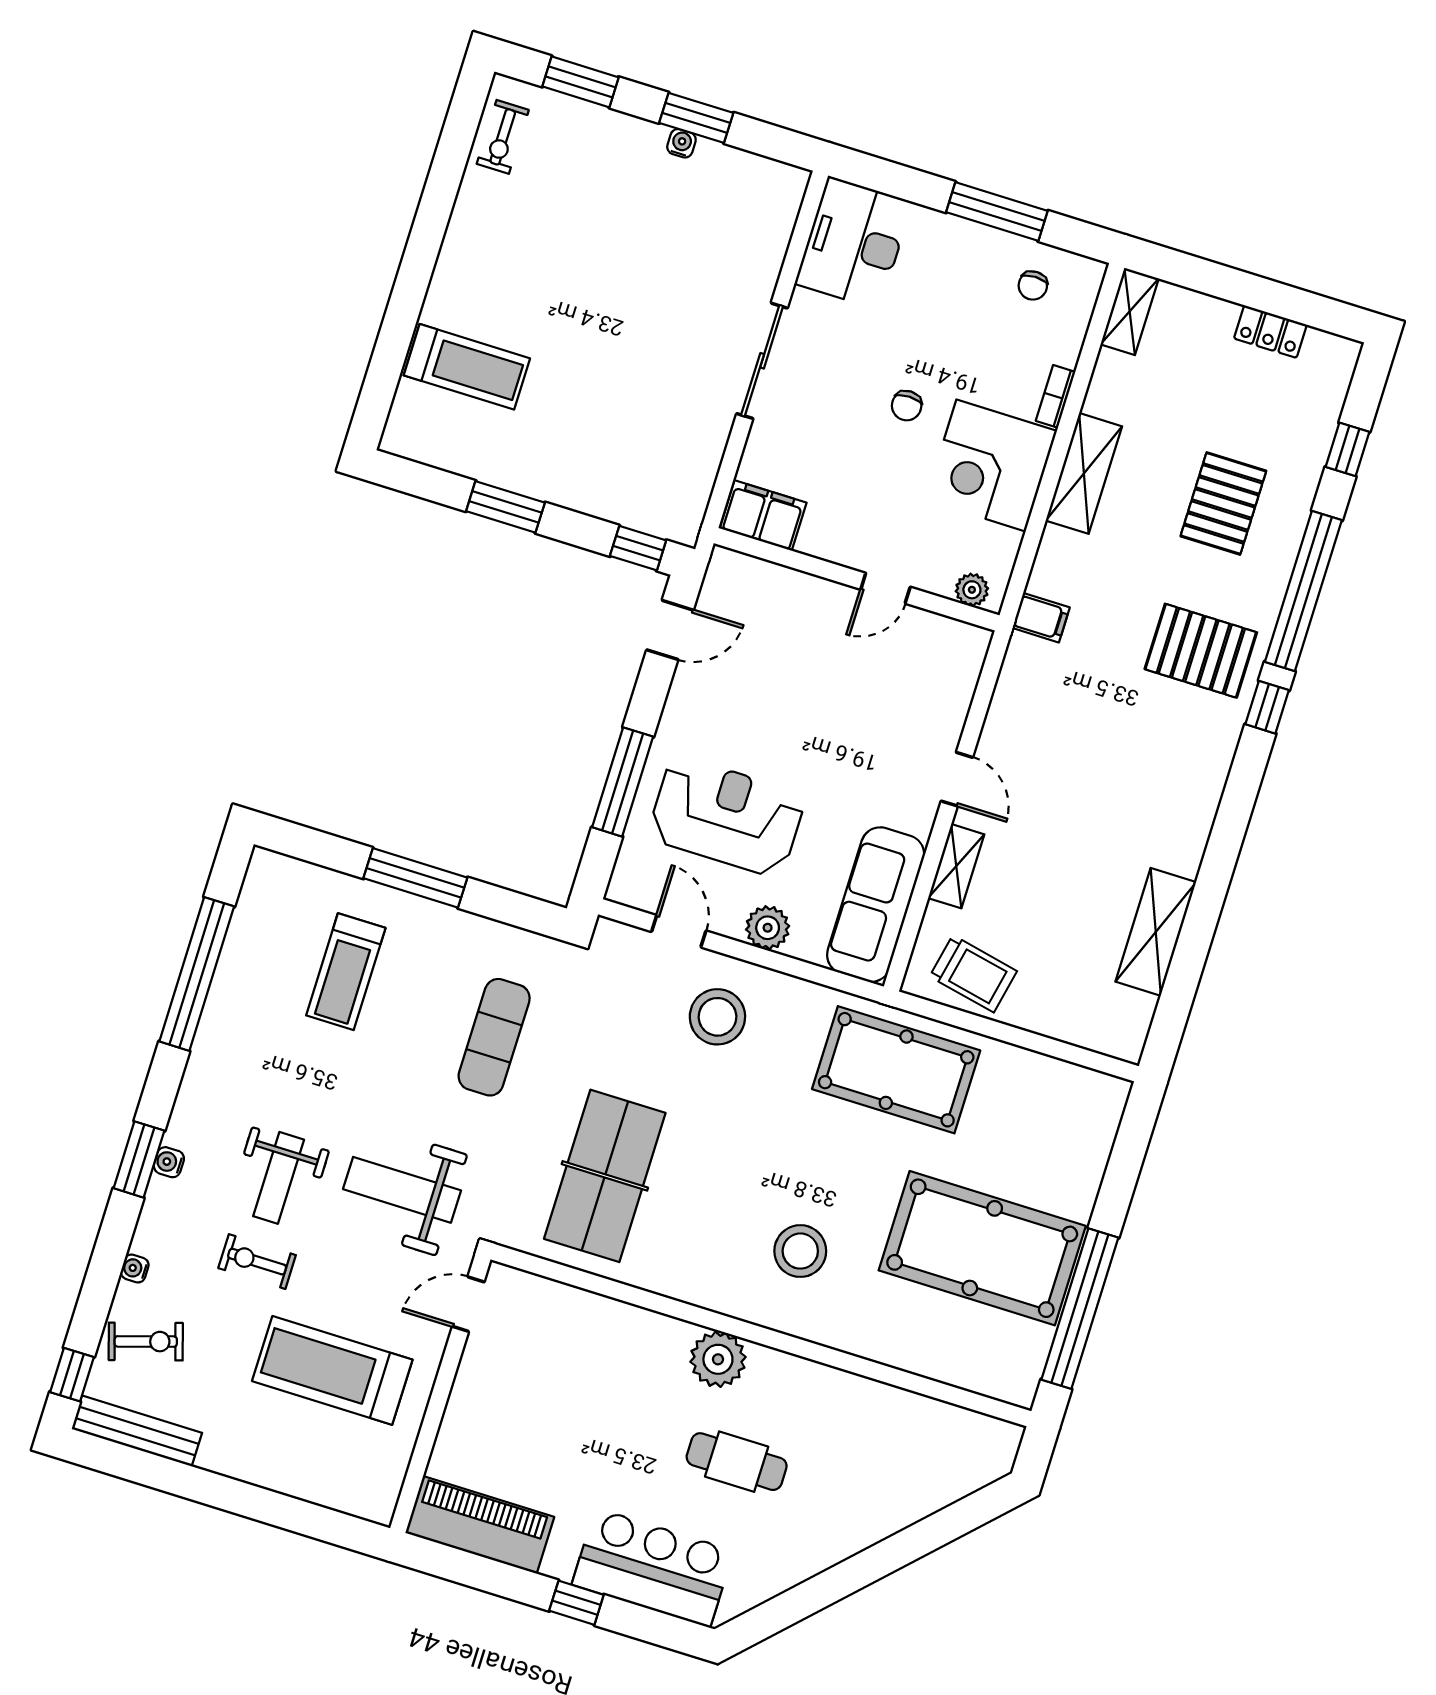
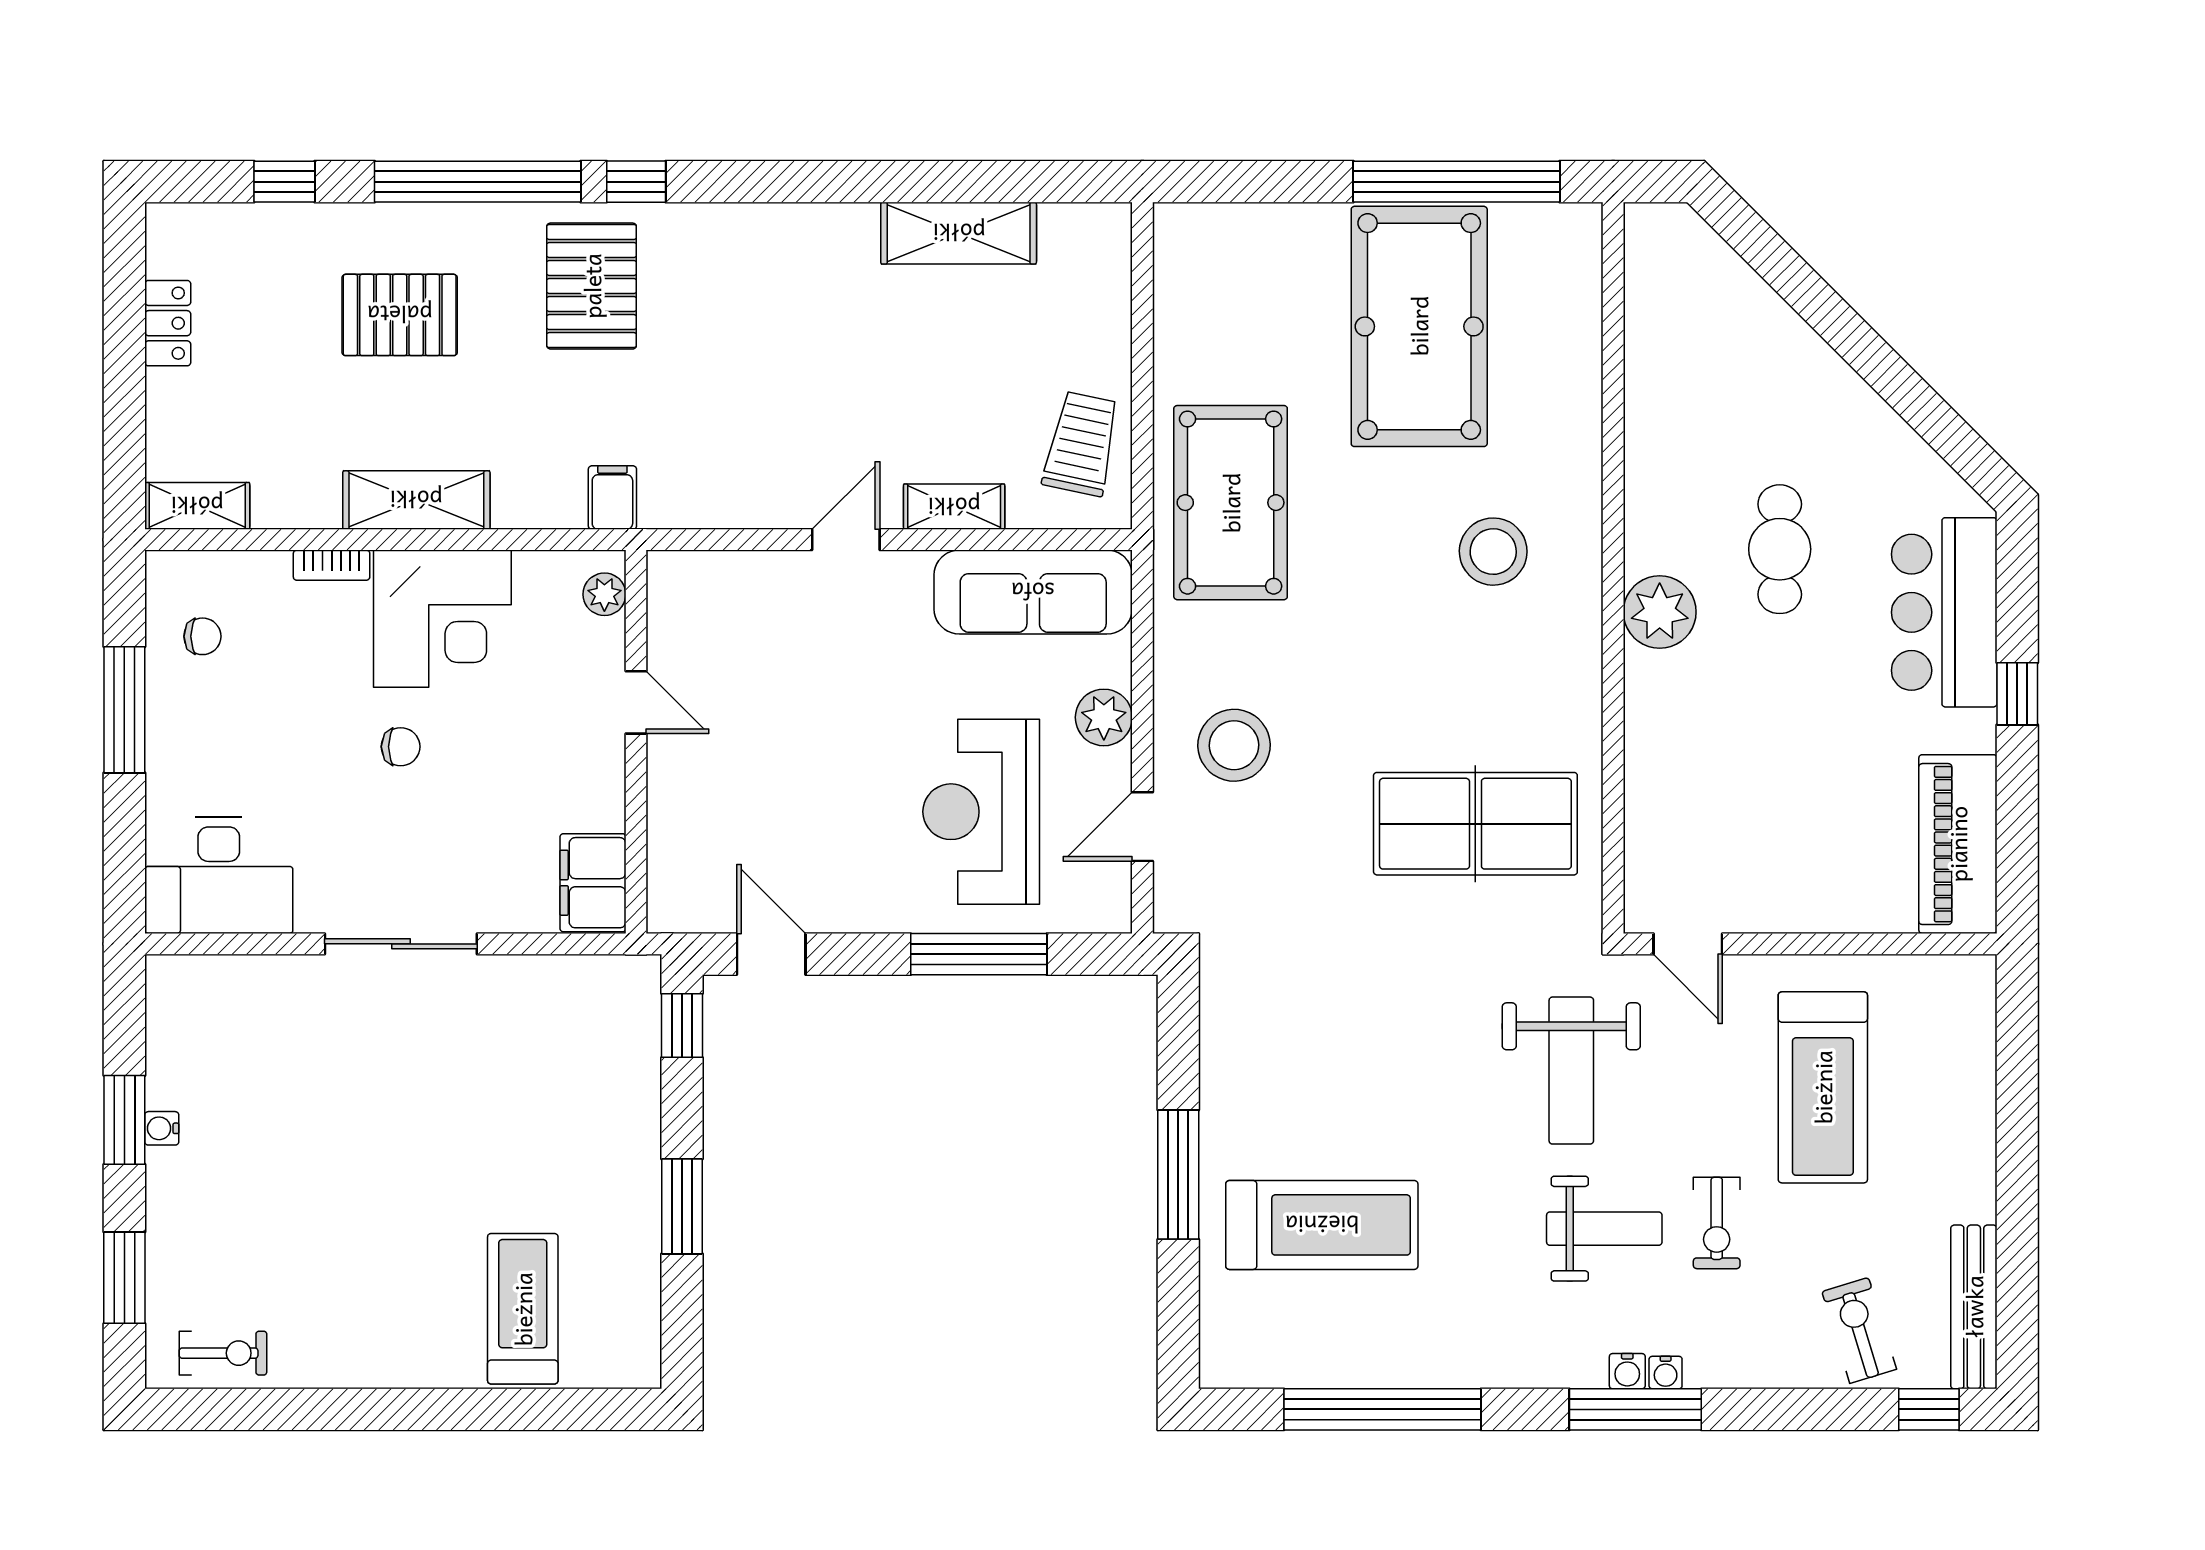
treadmill: (346, 972) -> (1322, 1225), width x1.37, depth x1.38
exercise mat: (494, 1037) -> (1346, 1015), removed
window: (139, 1159) -> (1635, 1409), width x1.44
water cooler: (135, 1268) -> (1666, 1373), moved

